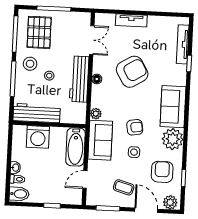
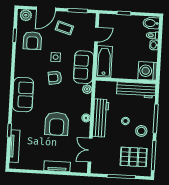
pallet: (39, 32) -> (134, 157), turned 90
armchair: (132, 72) -> (57, 124), turned -59
washing machine: (38, 137) -> (147, 71), moved, turned -90
plant: (173, 139) -> (23, 68), removed
door: (146, 210) -> (46, 9), hinge flipped

